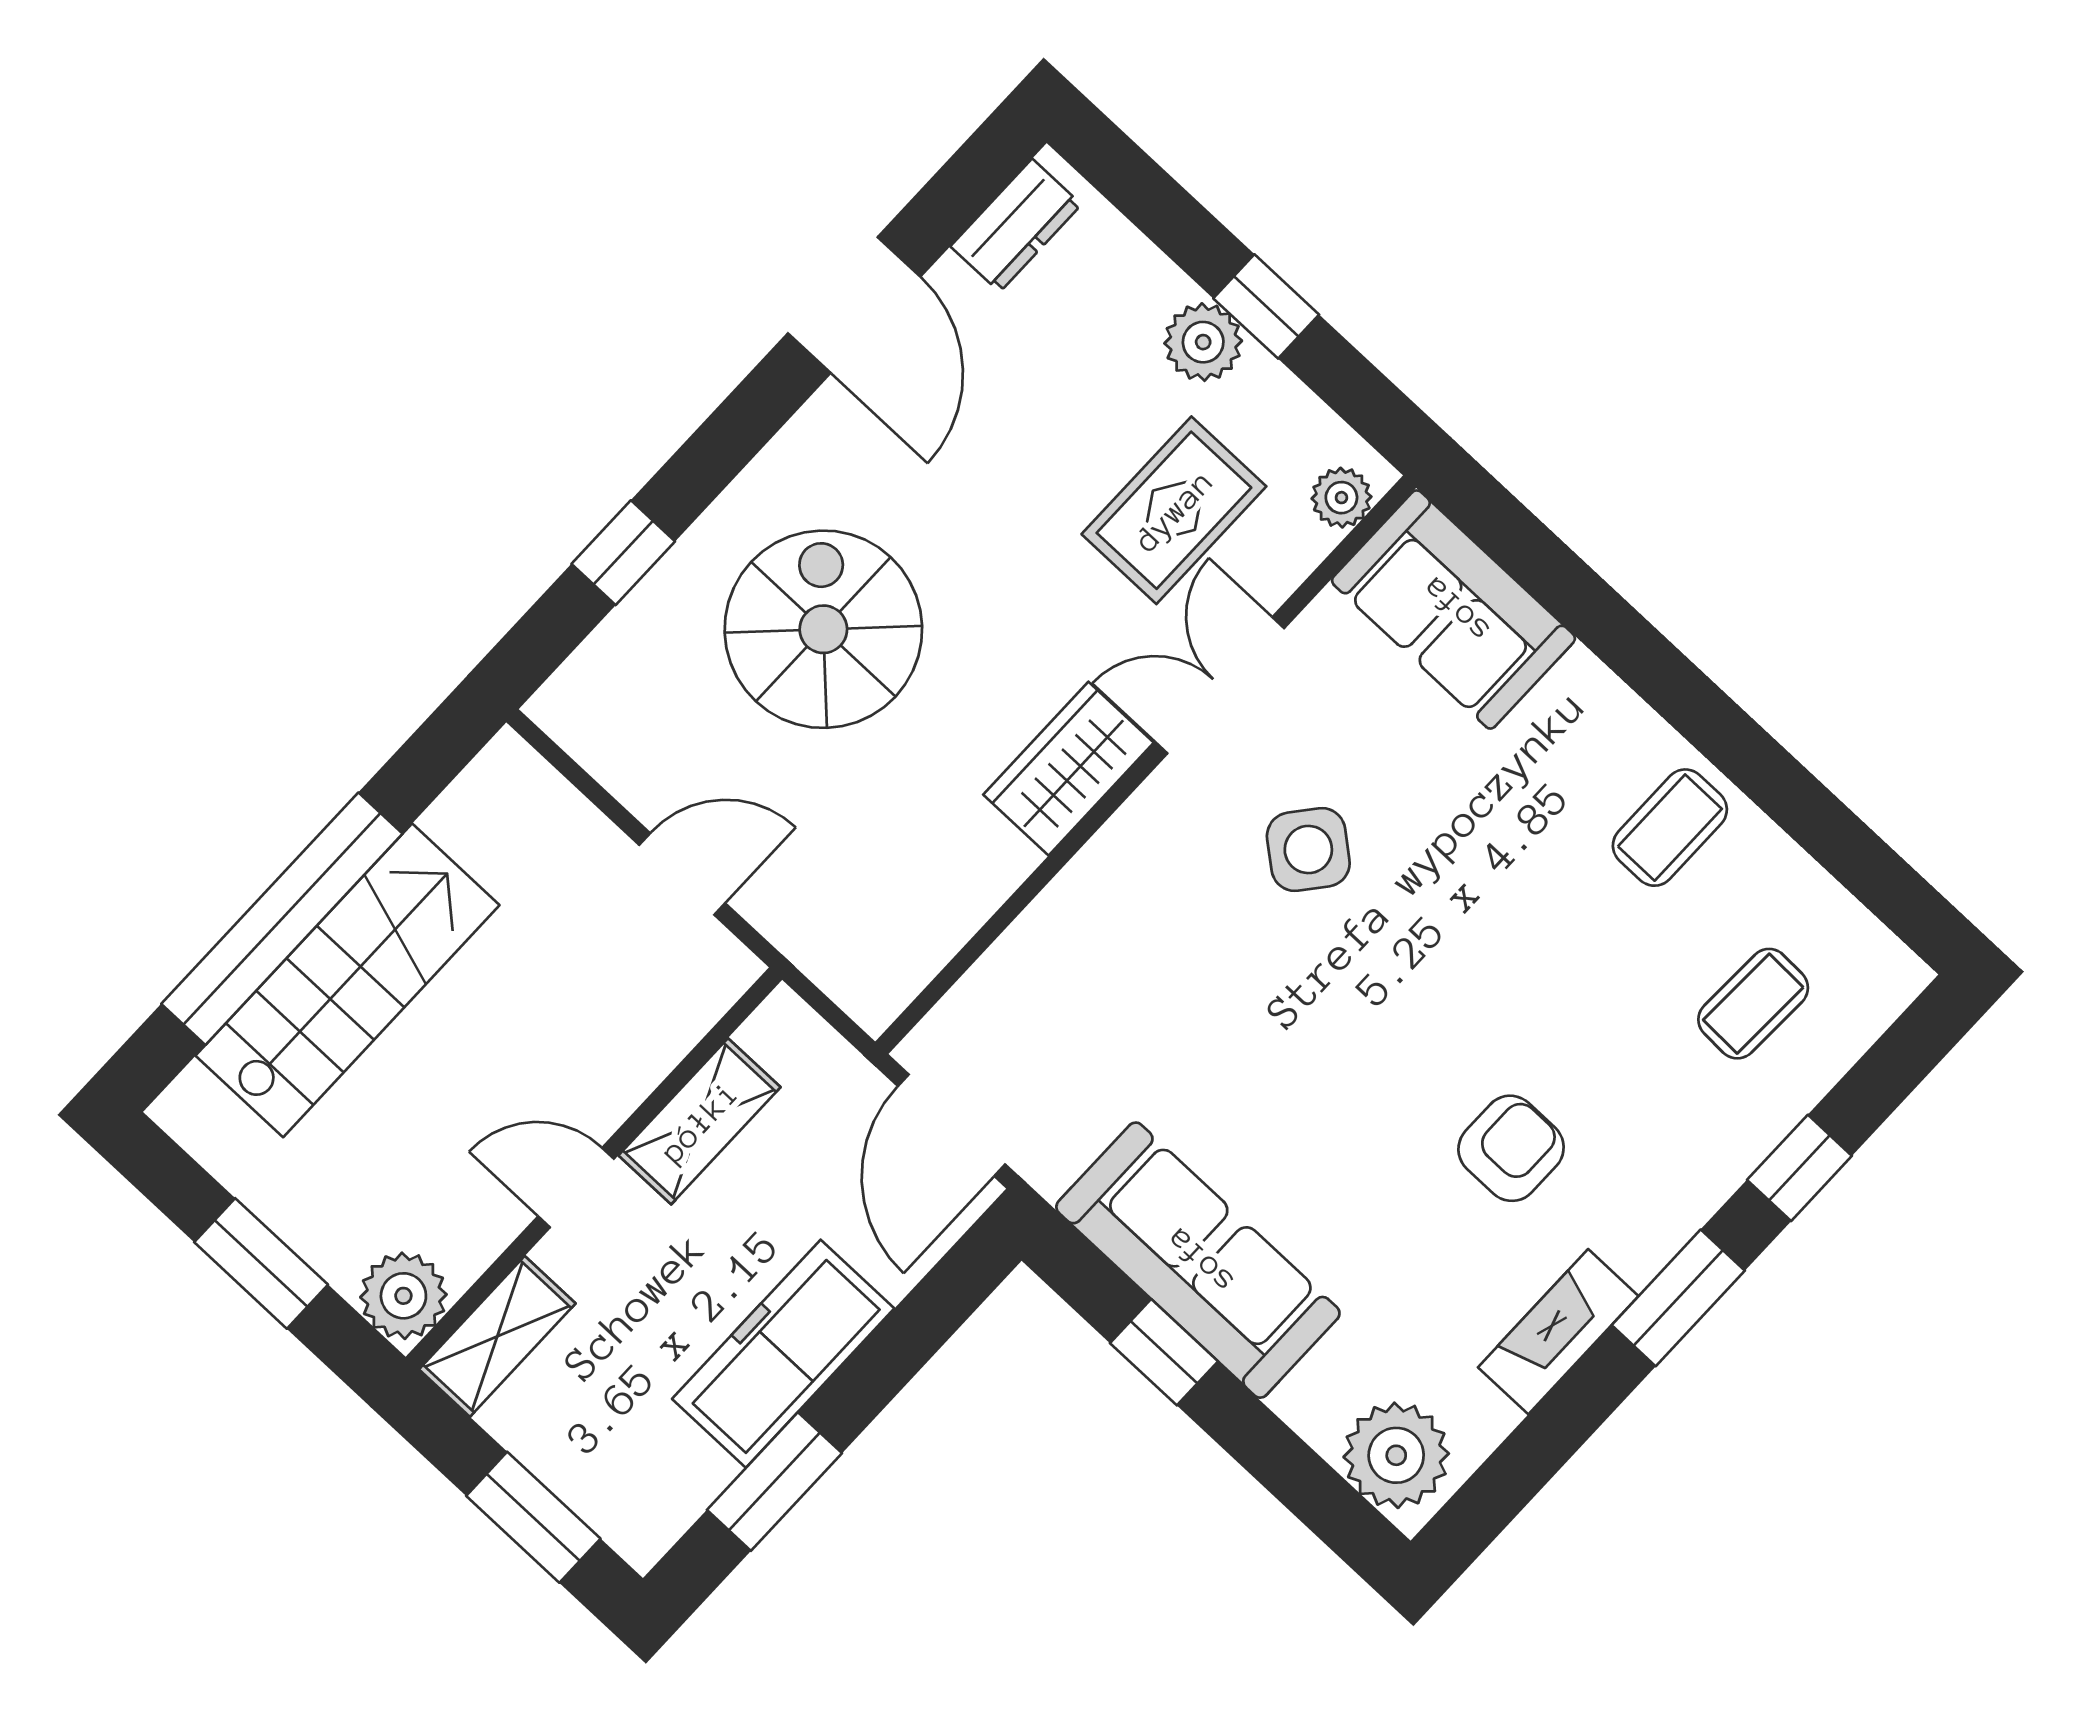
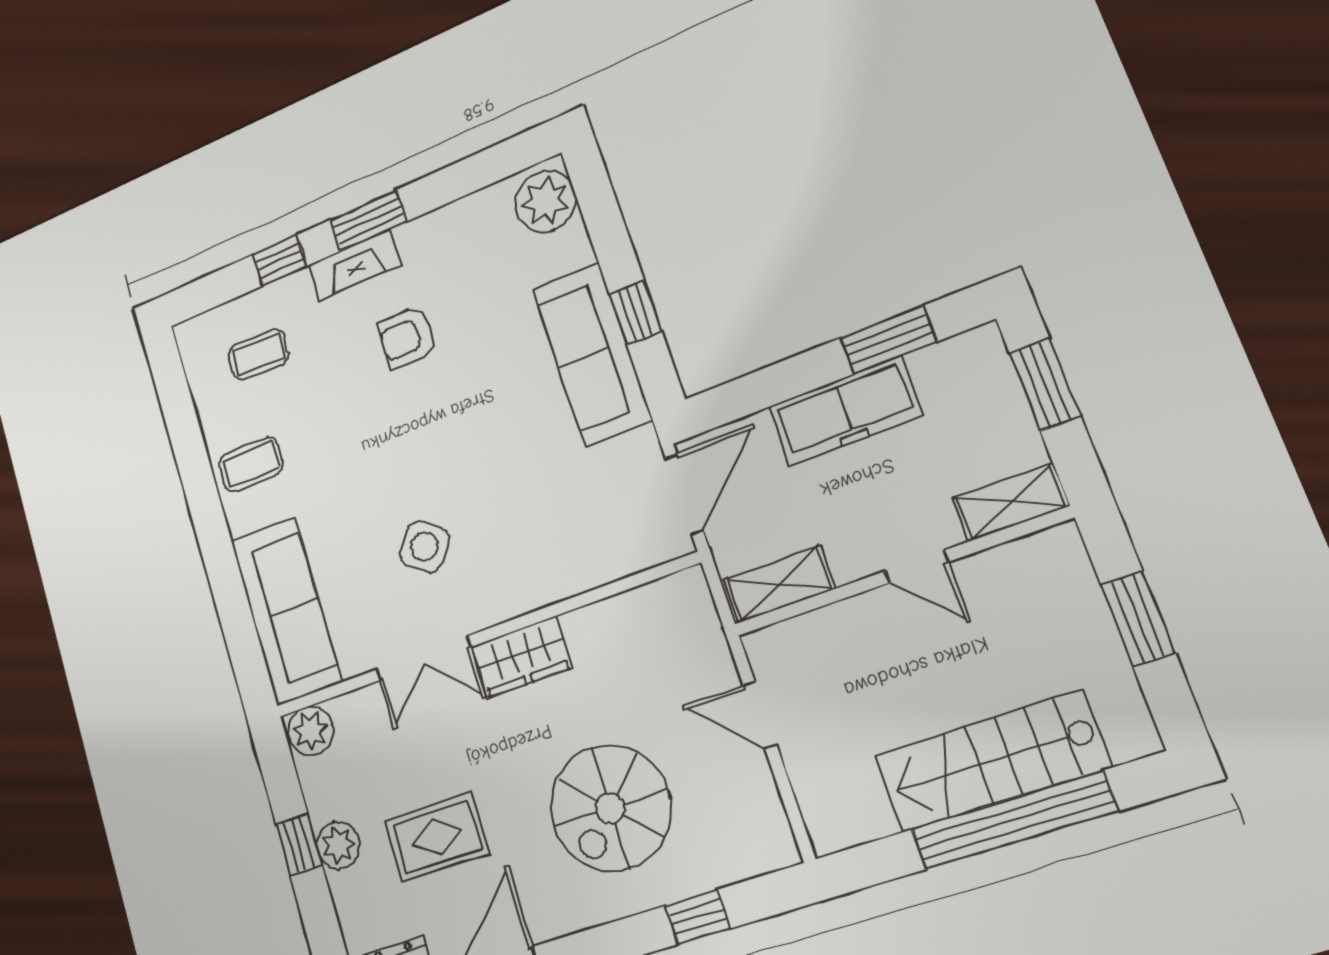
plant: (1341, 498) -> (311, 731), width x1.38, depth x1.38
rug: (1174, 510) -> (437, 837), moved
sofa: (1454, 609) -> (286, 611), width x1.36
shelving: (700, 1121) -> (779, 584), moved
plant: (403, 1296) -> (1057, 555), removed
fireplace: (1558, 1332) -> (355, 265), moved

